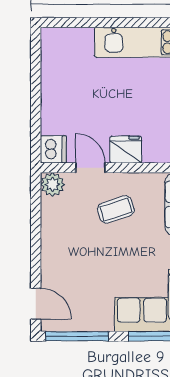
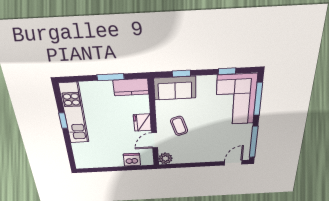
window: (137, 22) -> (63, 121), added
dishwasher: (53, 149) -> (132, 160), moved

